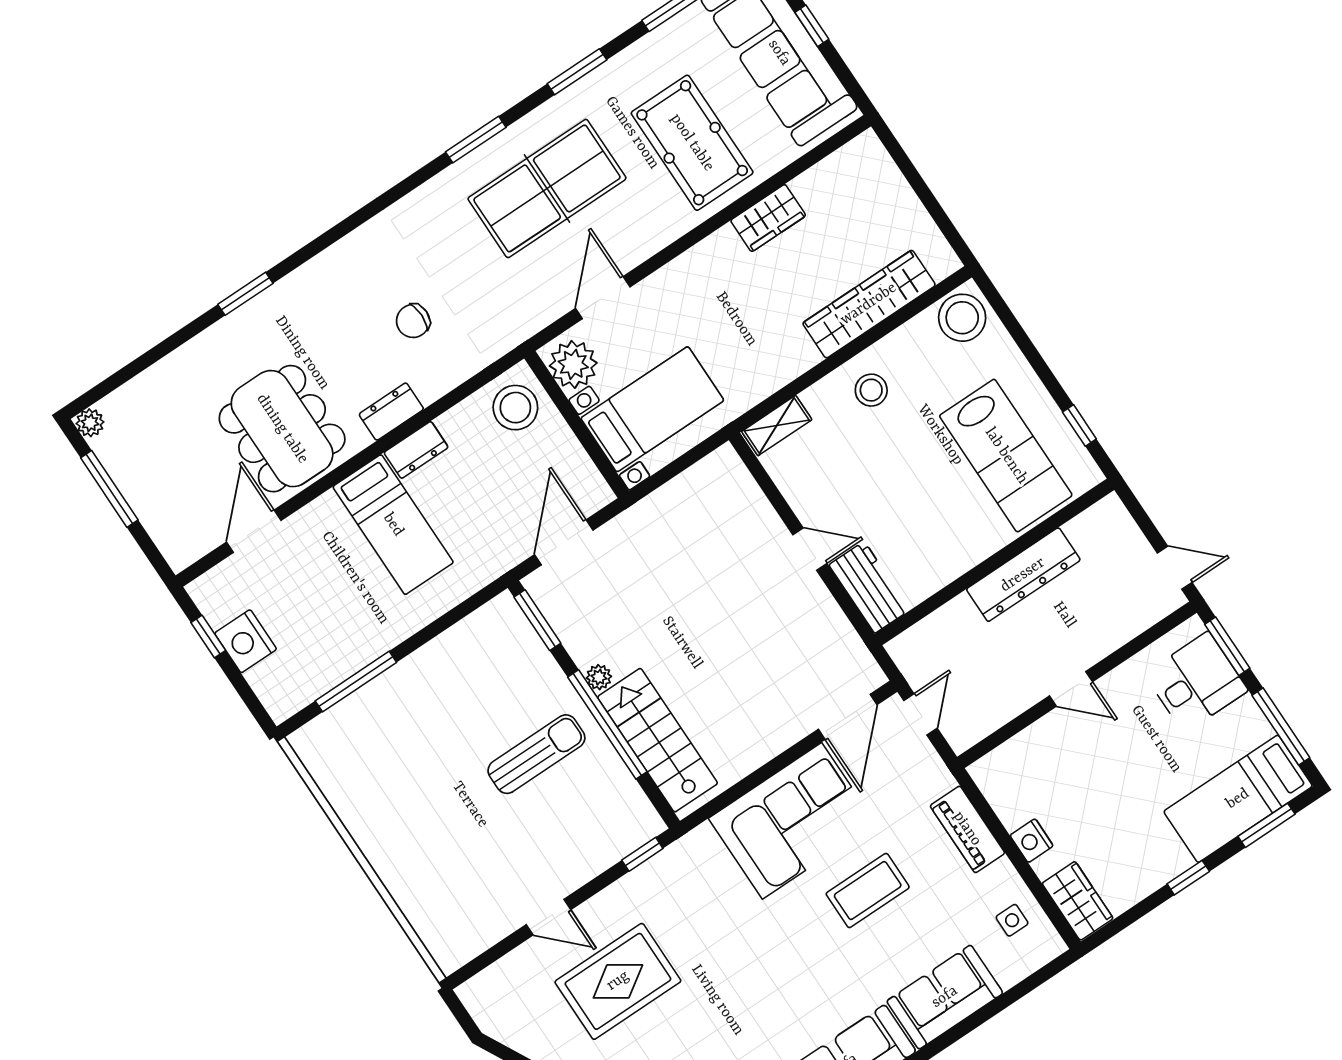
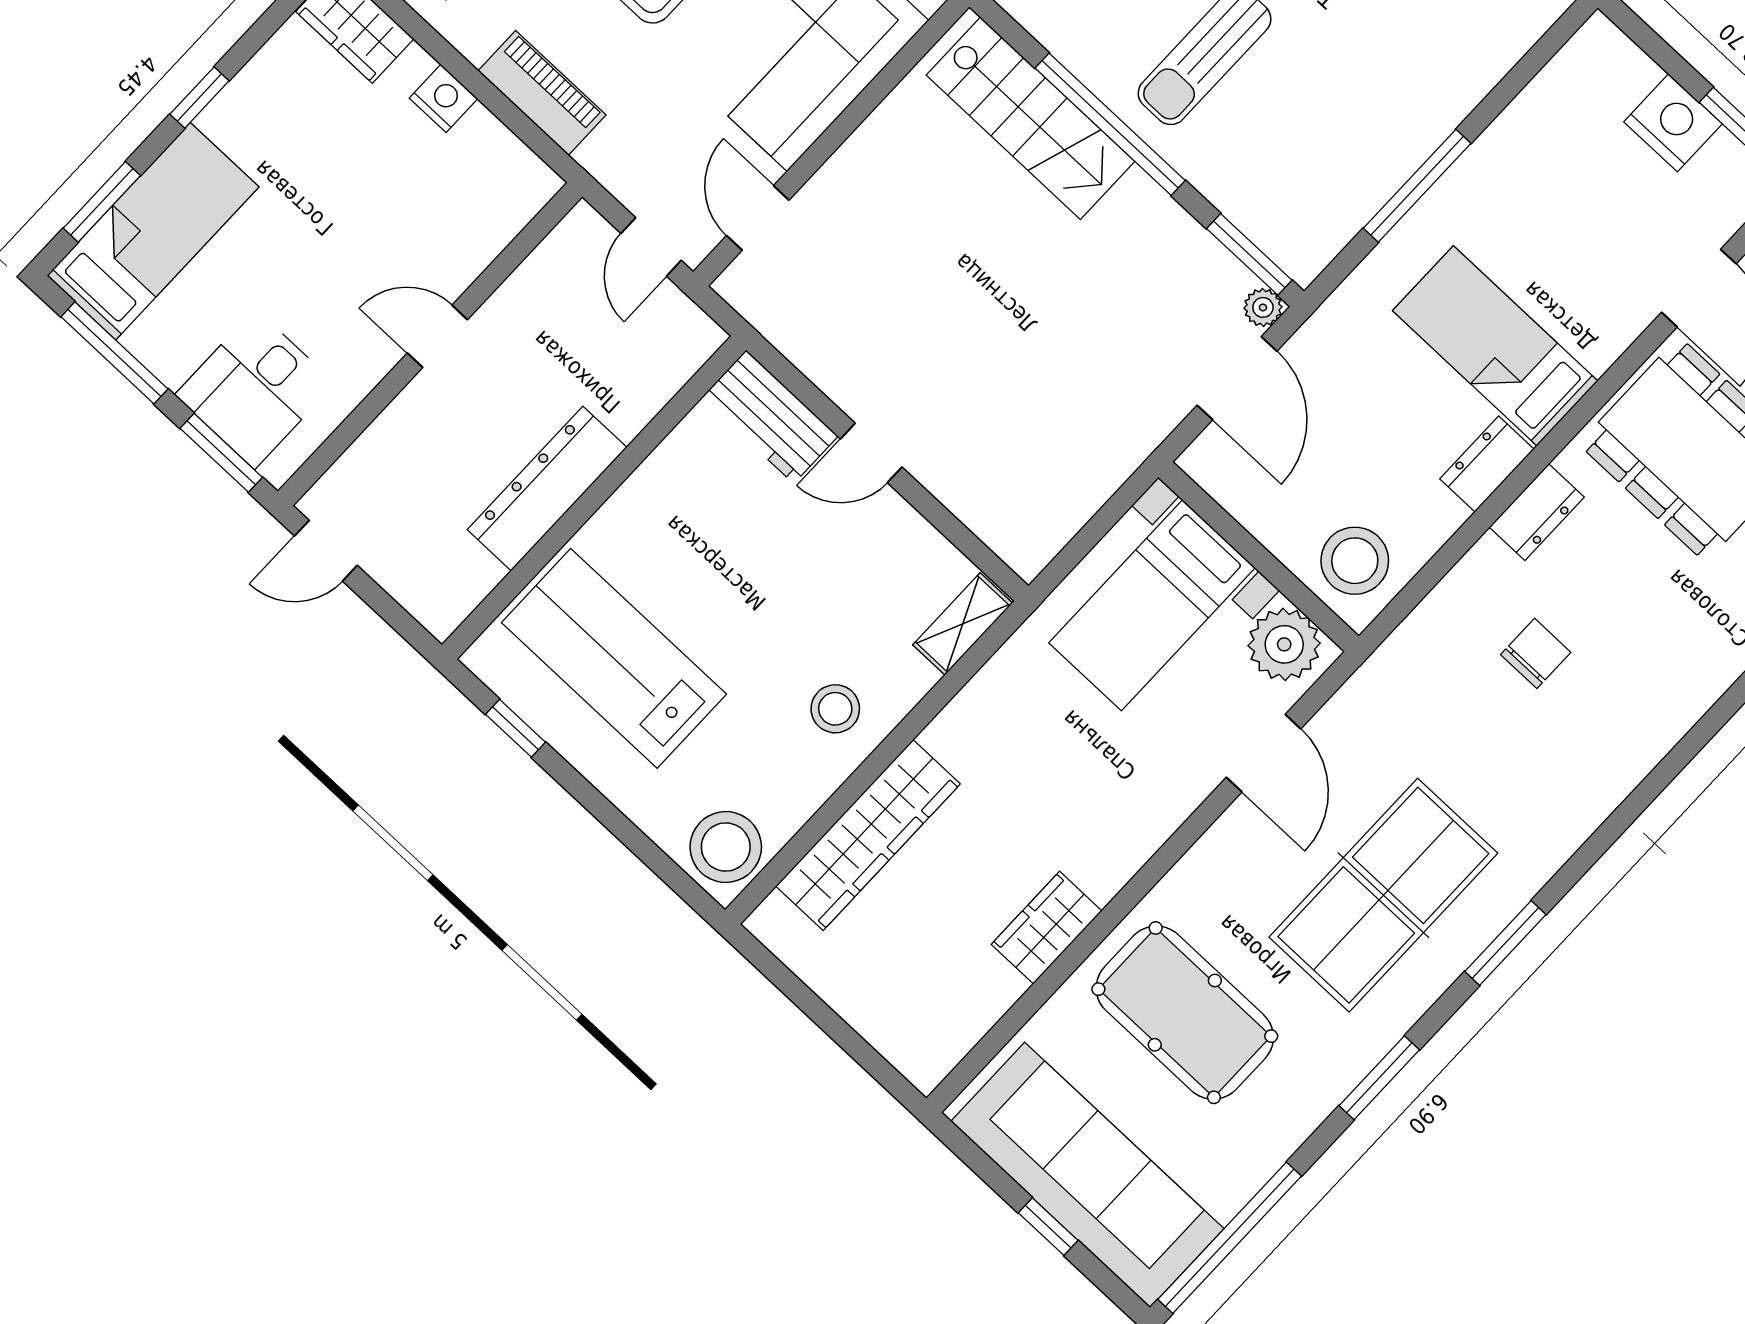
plant: (599, 677) -> (1263, 307), moved
window: (356, 682) -> (1417, 186), moved
door: (848, 717) -> (758, 218), width x0.73

